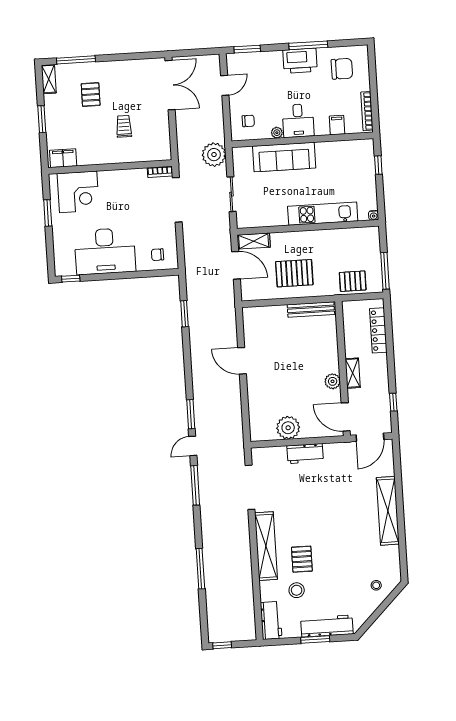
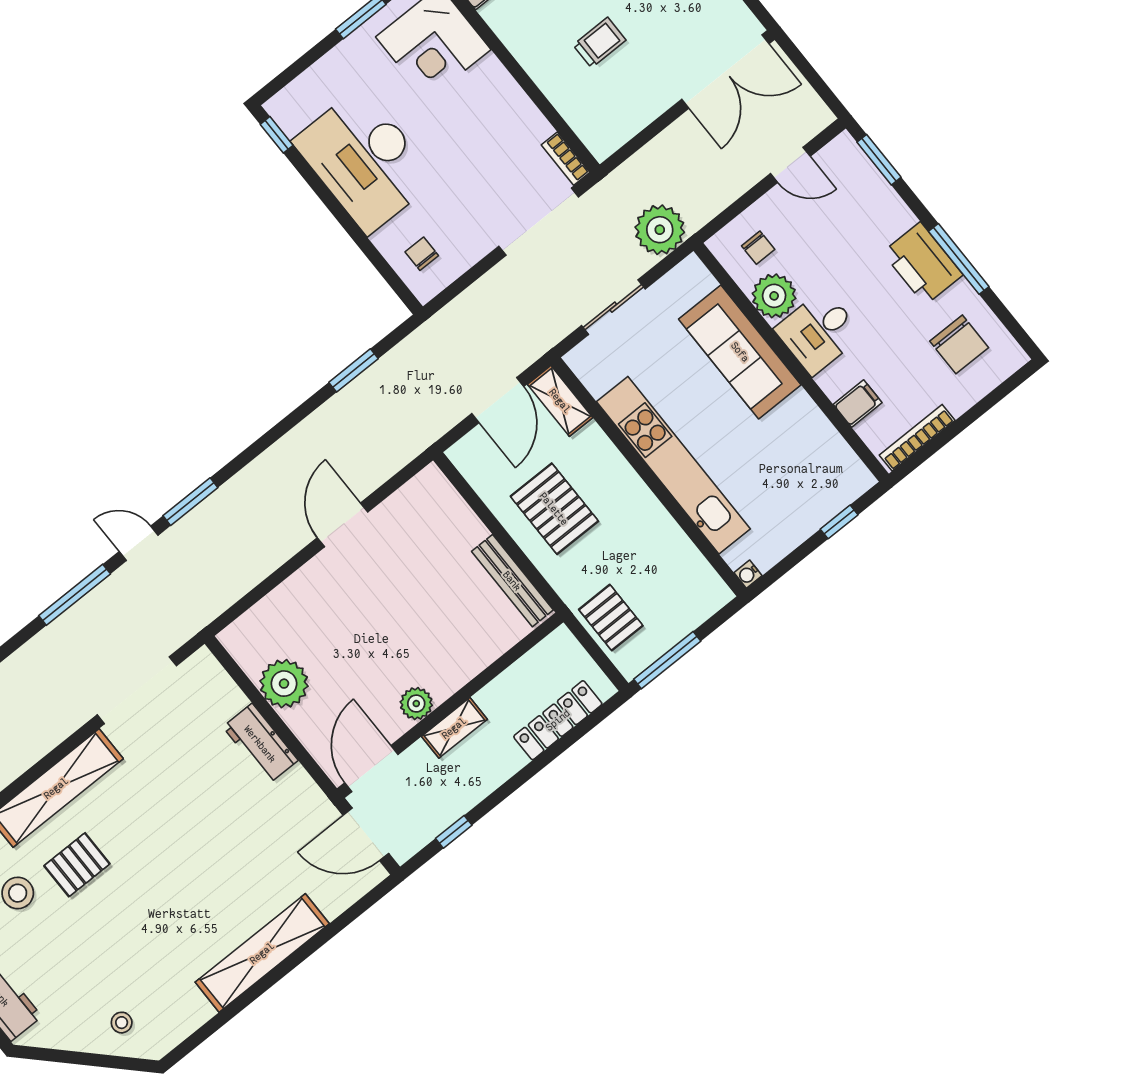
plant: (277, 133) -> (774, 296), width x1.87, depth x1.87
kitchen unit: (323, 214) -> (673, 465), width x1.36

